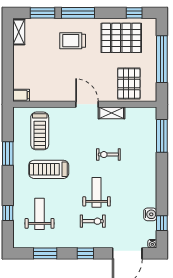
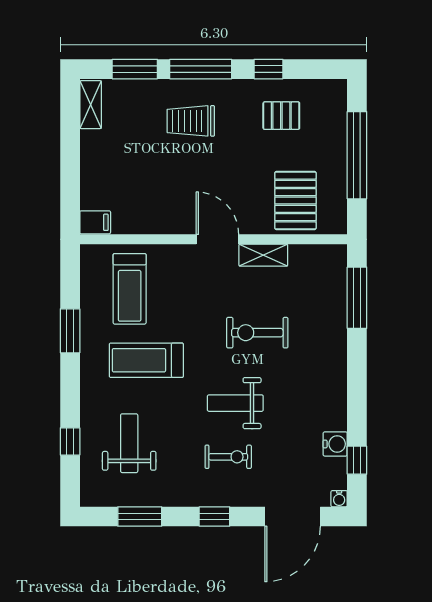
window: (134, 13) -> (268, 69), moved
pallet: (121, 38) -> (281, 116), width x0.49, depth x0.50
exercise bike: (108, 155) -> (257, 333), width x1.38, depth x1.39
weight bench: (97, 192) -> (235, 403), turned -90

